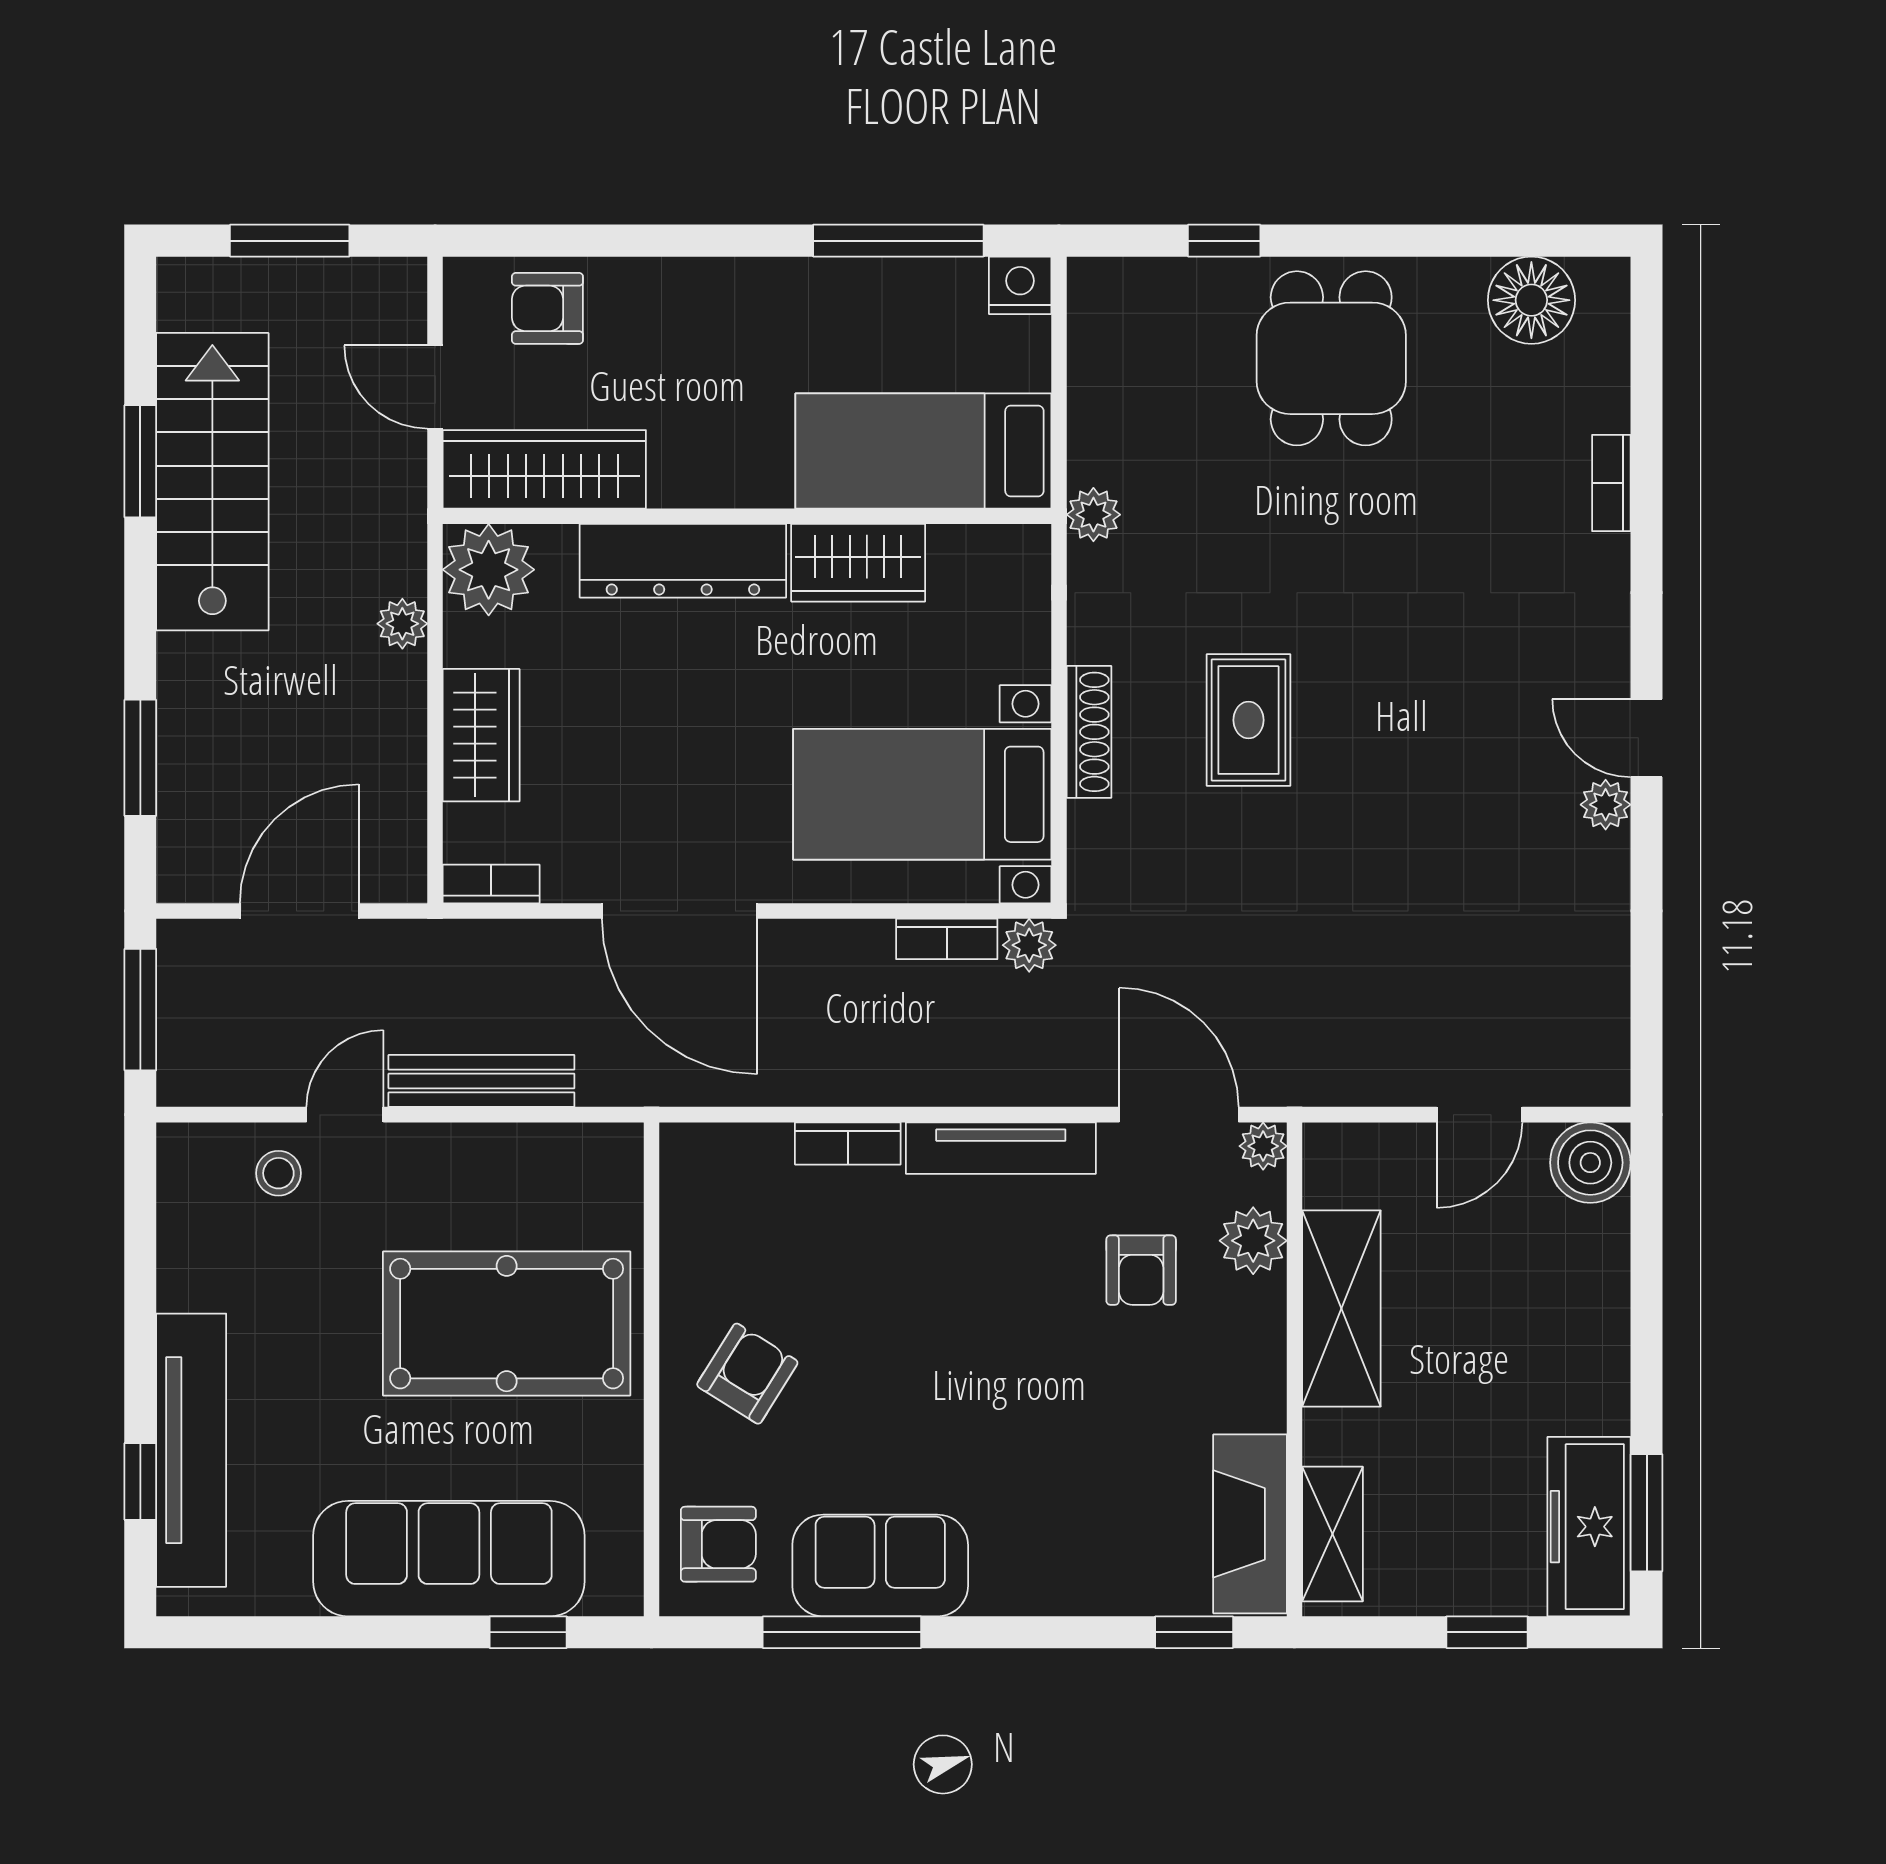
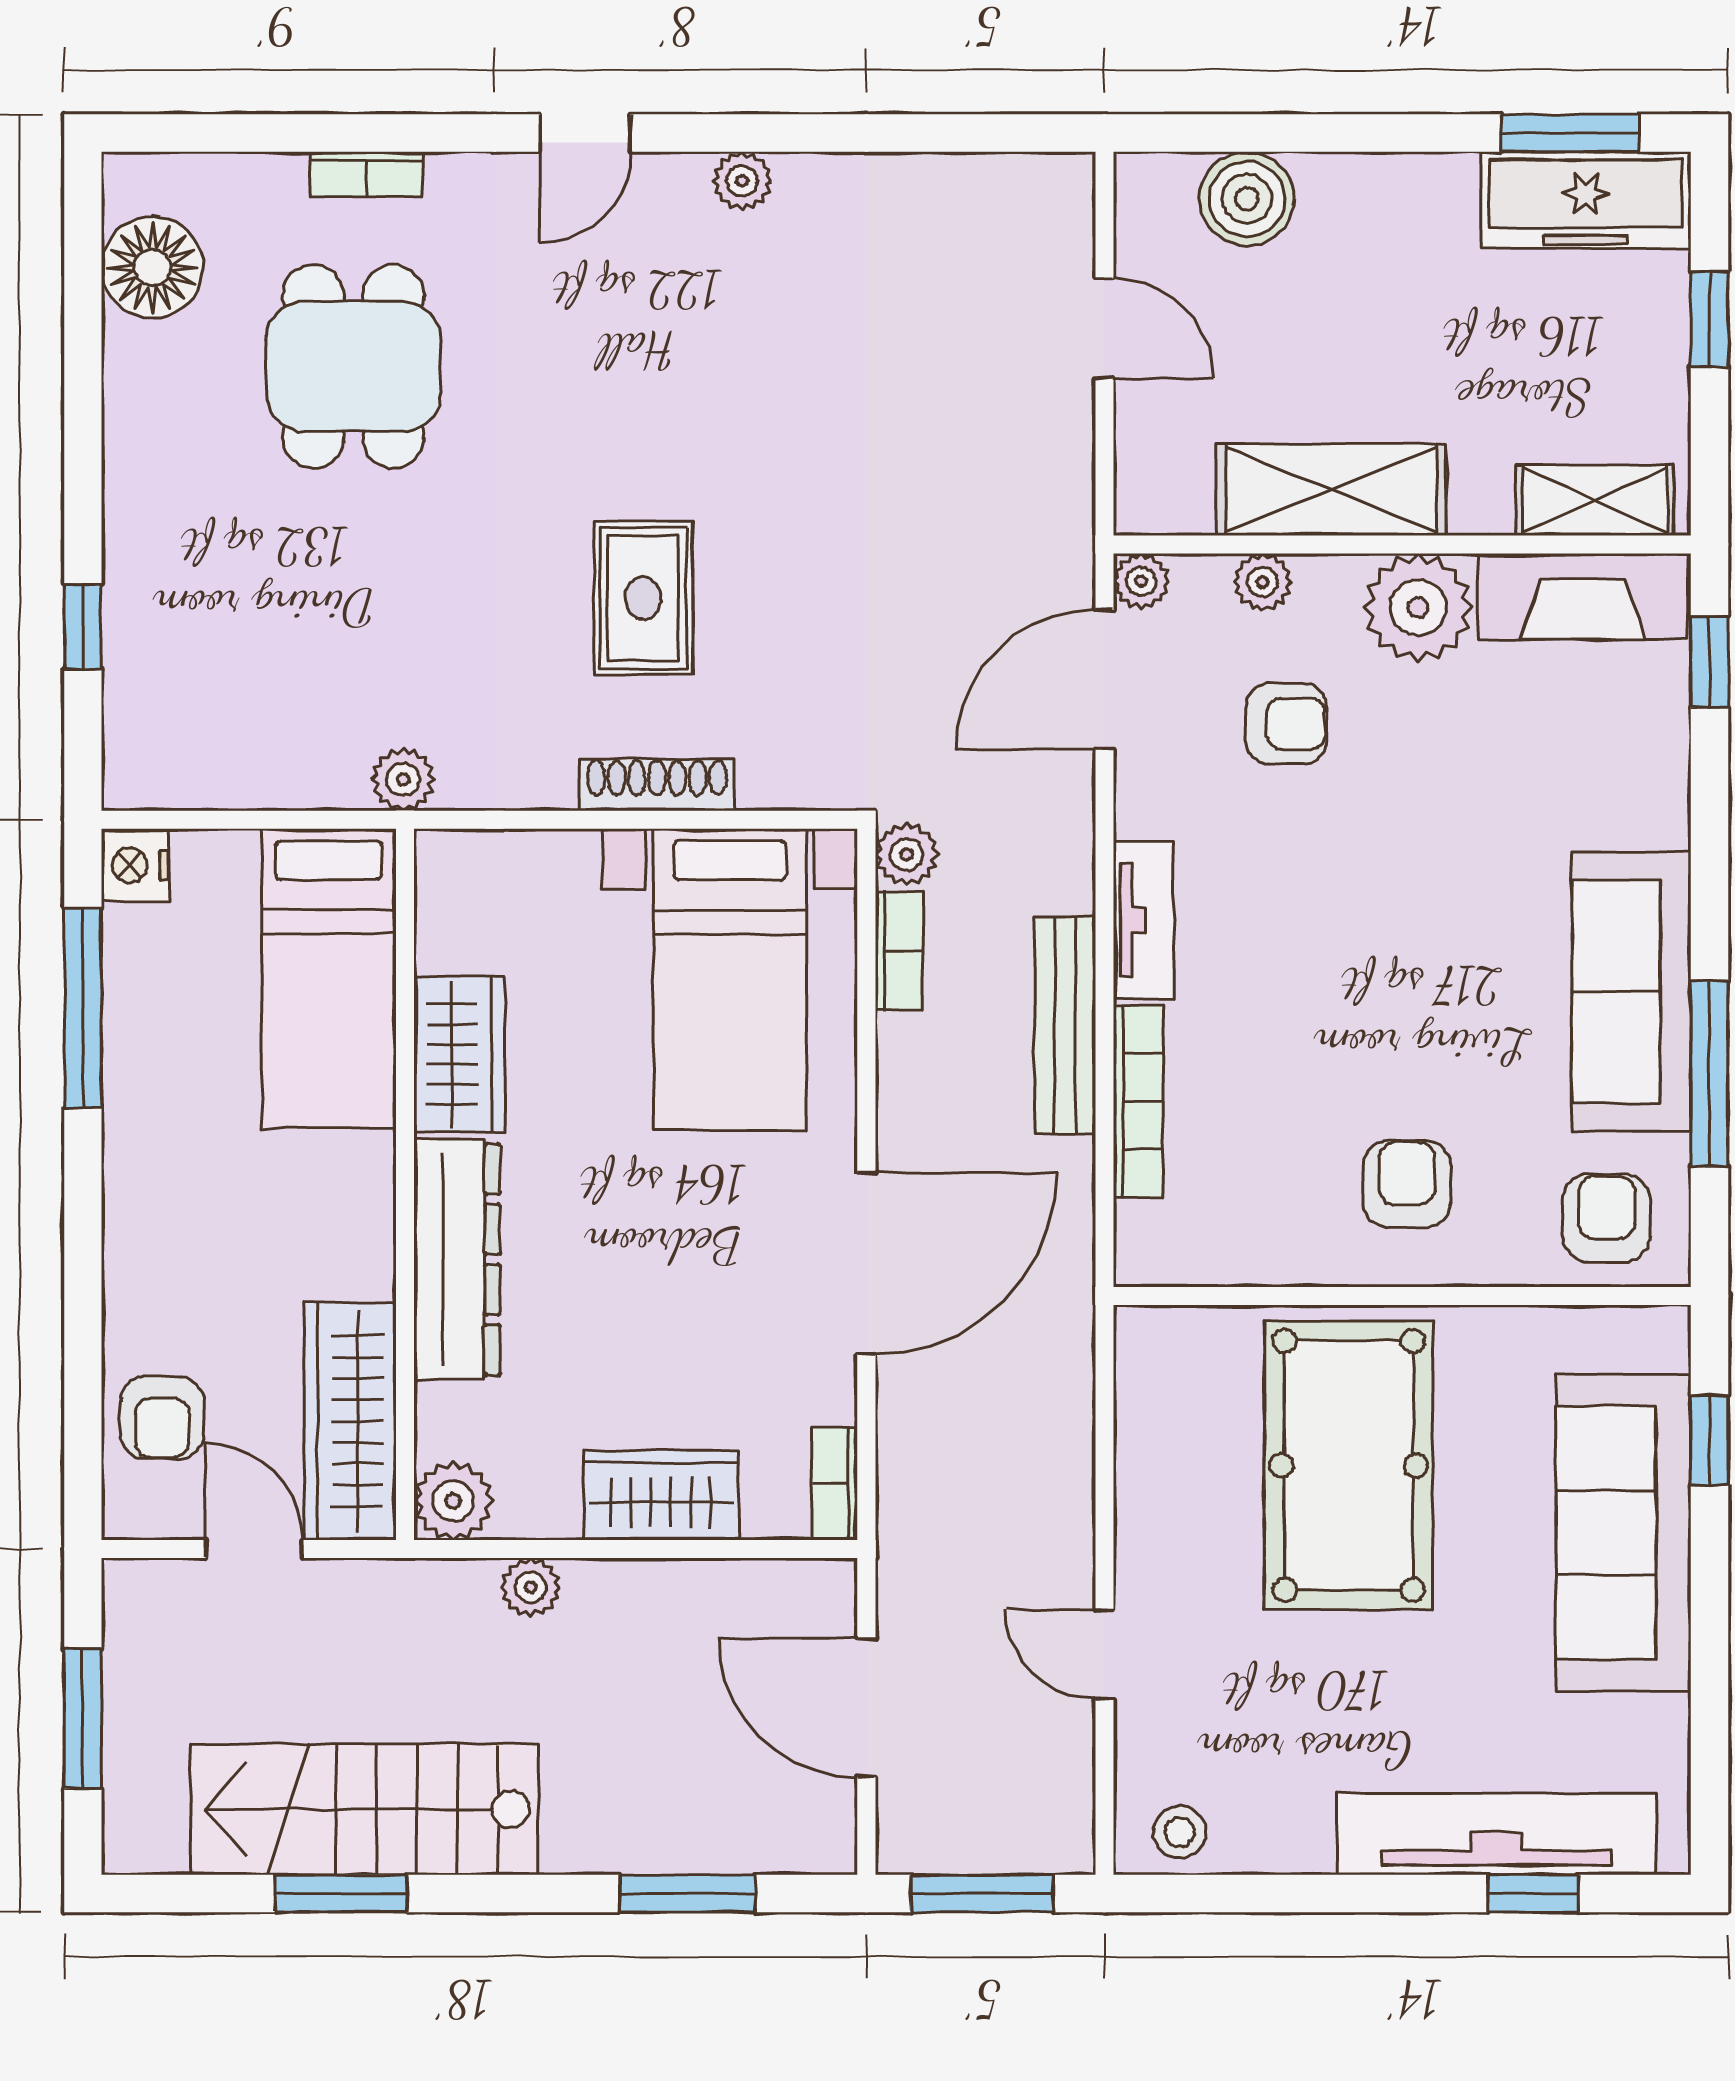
dining table: (1331, 358) -> (353, 367), moved, turned 90
door: (435, 387) -> (254, 1549), swing flipped
plant: (489, 570) -> (453, 1501), width x0.73, depth x0.73
rug: (1249, 720) -> (643, 598), turned 90
door: (1647, 738) -> (585, 133), moved
bench: (481, 1081) -> (1065, 1025), moved
bookcase: (848, 1143) -> (1138, 1101), width x1.56
tv unit: (1001, 1148) -> (1144, 920), width x0.71
boiler: (1590, 1163) -> (1247, 199), moved
stool: (278, 1173) -> (1180, 1832), moved
plant: (1253, 1241) -> (1263, 582), width x0.73, depth x0.73
armchair: (747, 1374) -> (1407, 1184), turned 58
plant: (1240, 1383) -> (1418, 608), added
sofa: (880, 1565) -> (1631, 992), width x1.36

